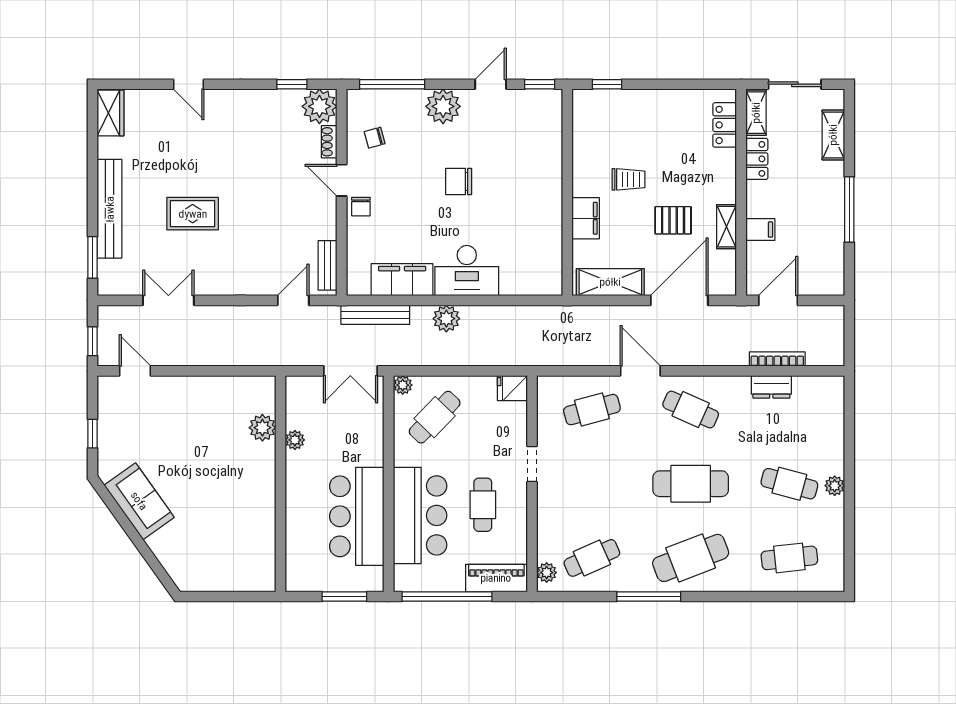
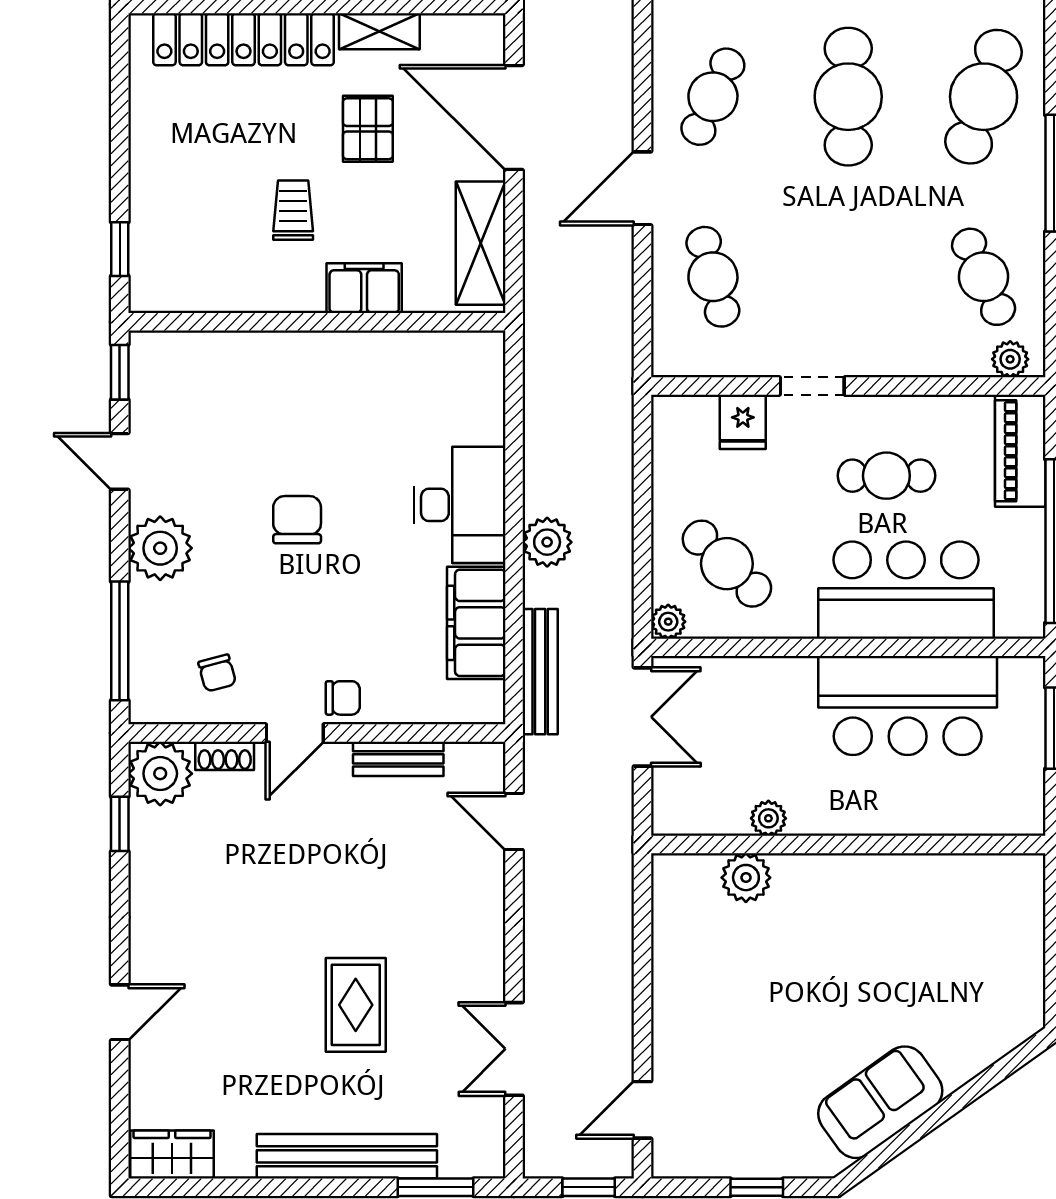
locker: (725, 125) -> (244, 39), width x2.16, depth x1.21
chair: (459, 181) -> (297, 520), turned 180
bench: (327, 265) -> (398, 759), moved
fridge: (512, 388) -> (743, 422), moved
cafe table: (691, 558) -> (984, 97), turned 39

